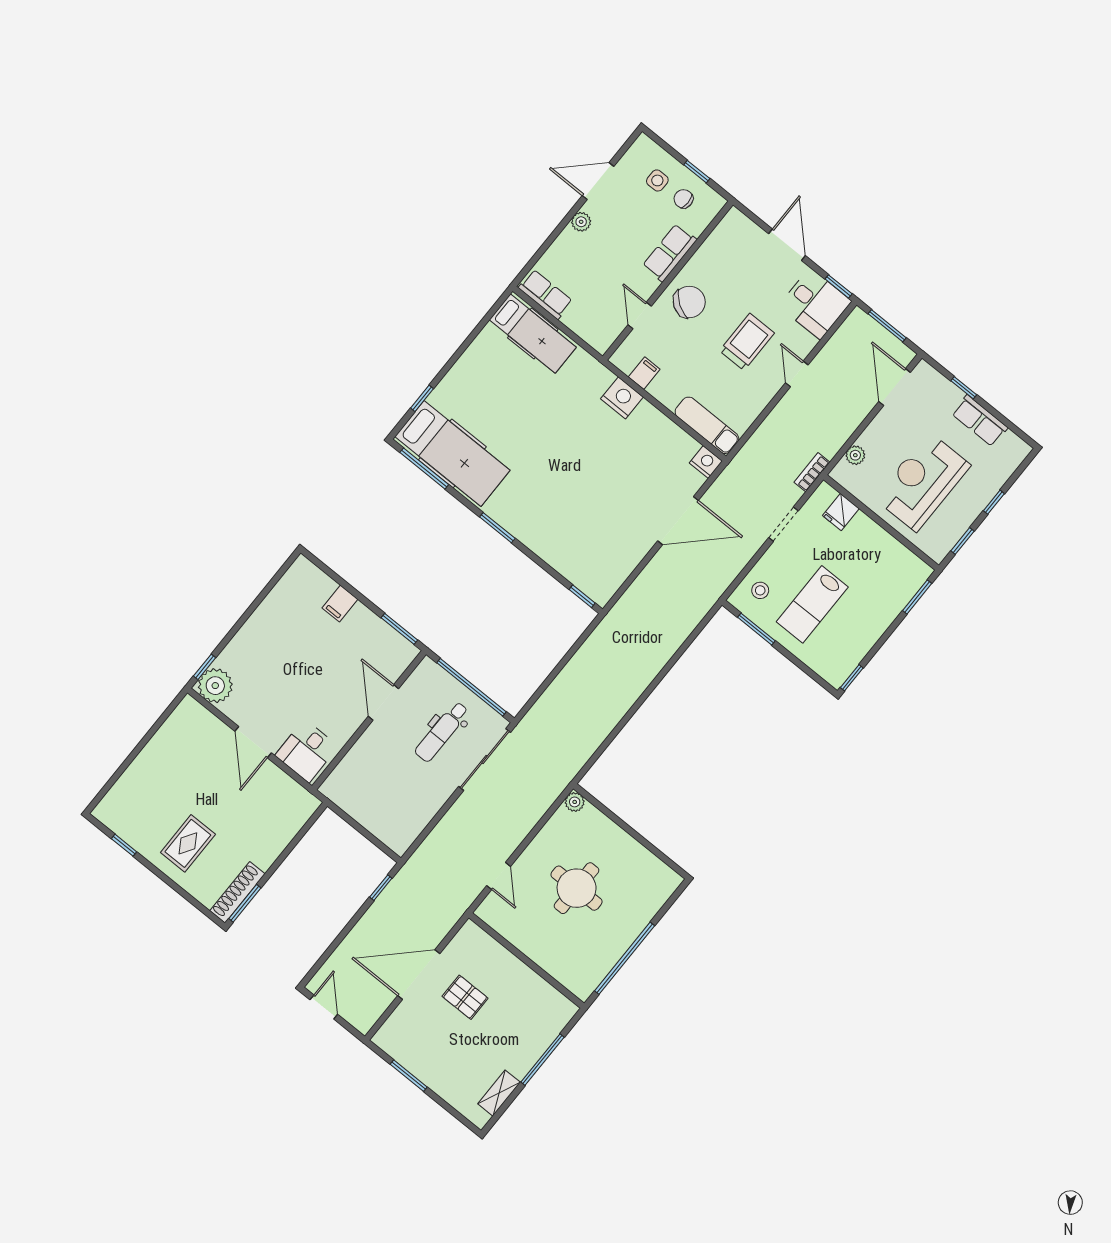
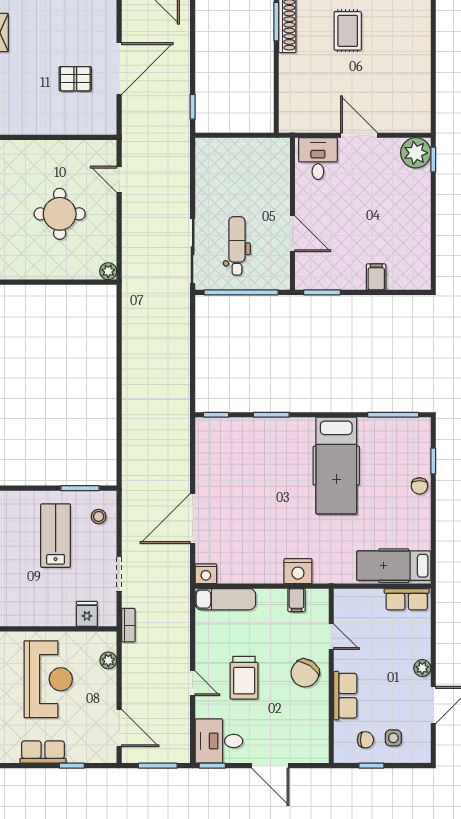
chair: (452, 386) -> (419, 486), added
hospital bed: (452, 453) -> (336, 466), moved, turned -90
window: (497, 528) -> (271, 415), moved

